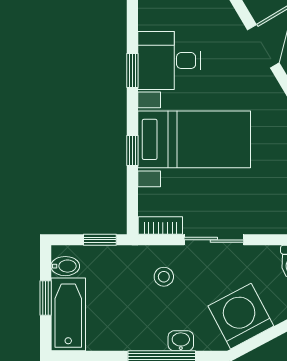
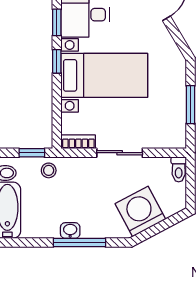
window: (132, 151) -> (57, 61), moved
stool: (164, 277) -> (49, 170), moved
washbasin: (181, 341) -> (70, 231), moved

